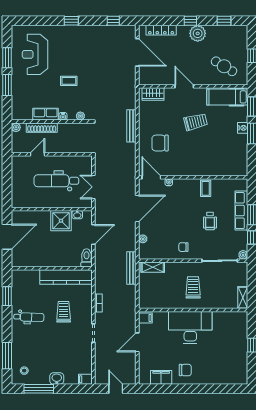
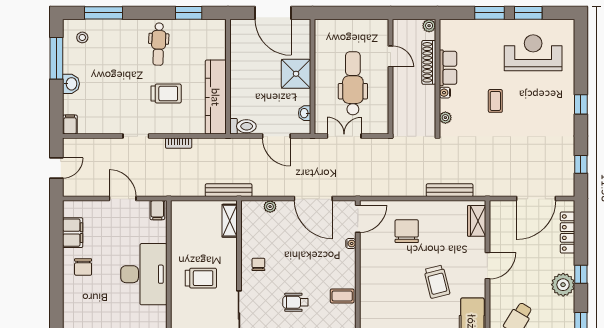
bench: (131, 126) -> (450, 190), moved
shower: (61, 221) -> (296, 74), moved

